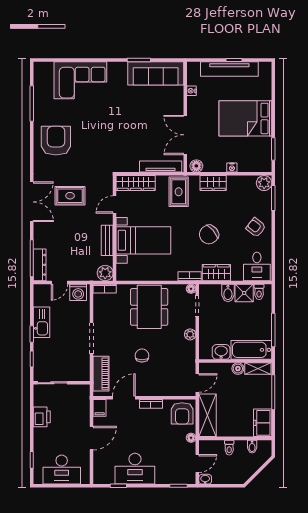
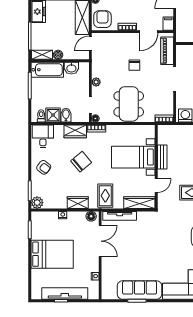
sofa: (156, 73) -> (140, 290), moved
plant: (105, 273) -> (164, 131), removed

